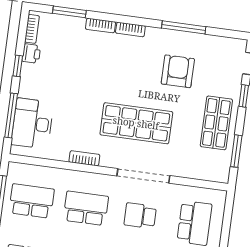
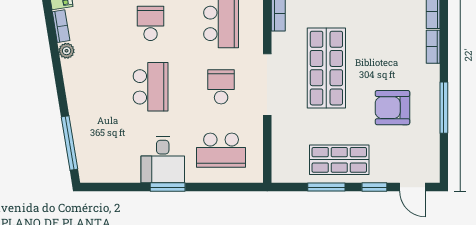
armchair: (178, 71) -> (392, 108), turned 180
window: (236, 151) -> (326, 187), moved

